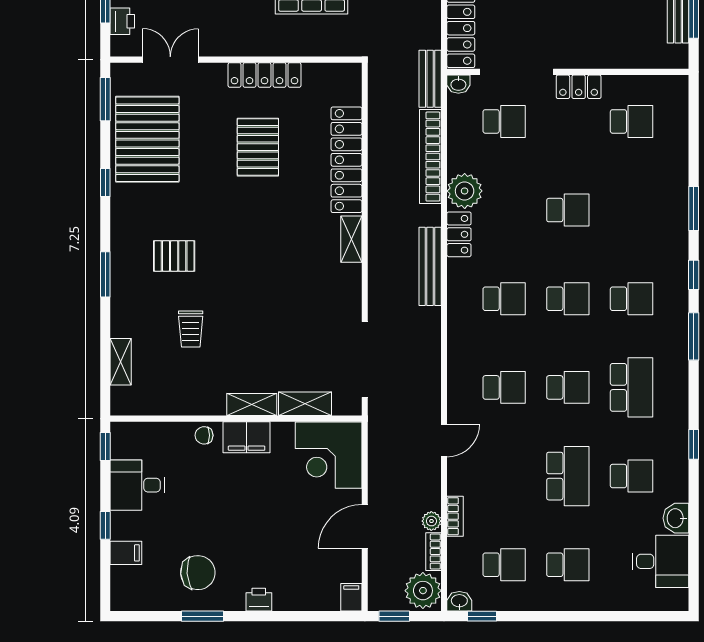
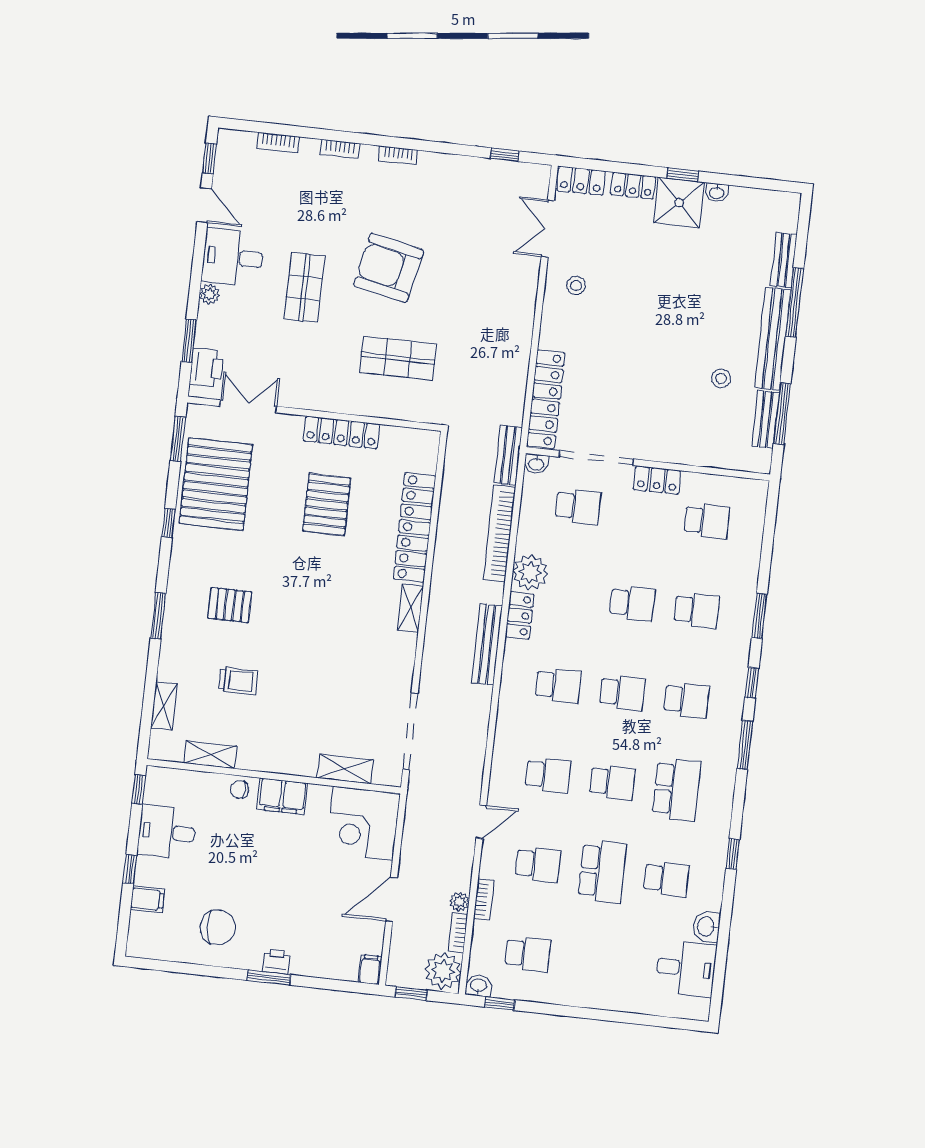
printer: (122, 21) -> (206, 367), width x1.36, depth x1.24
school desk: (631, 210) -> (697, 610), added
trolley: (191, 329) -> (238, 681), turned -90
shelving: (252, 404) -> (210, 755), moved
school desk: (568, 565) -> (538, 865), moved
window: (202, 616) -> (269, 978), moved

